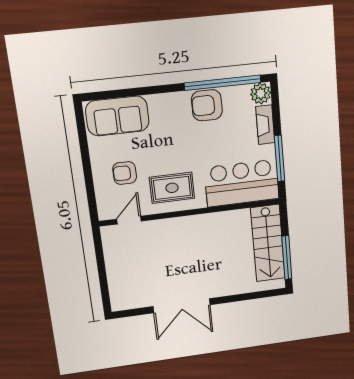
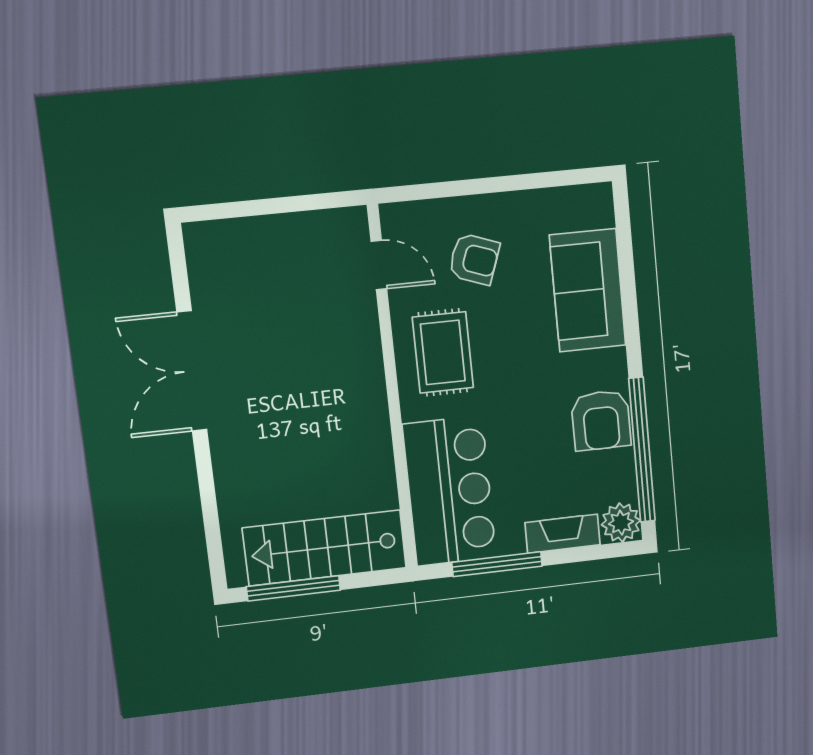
armchair: (207, 105) -> (601, 420), turned 180
sofa: (117, 116) -> (588, 290), moved
armchair: (125, 173) -> (474, 259), turned 110

